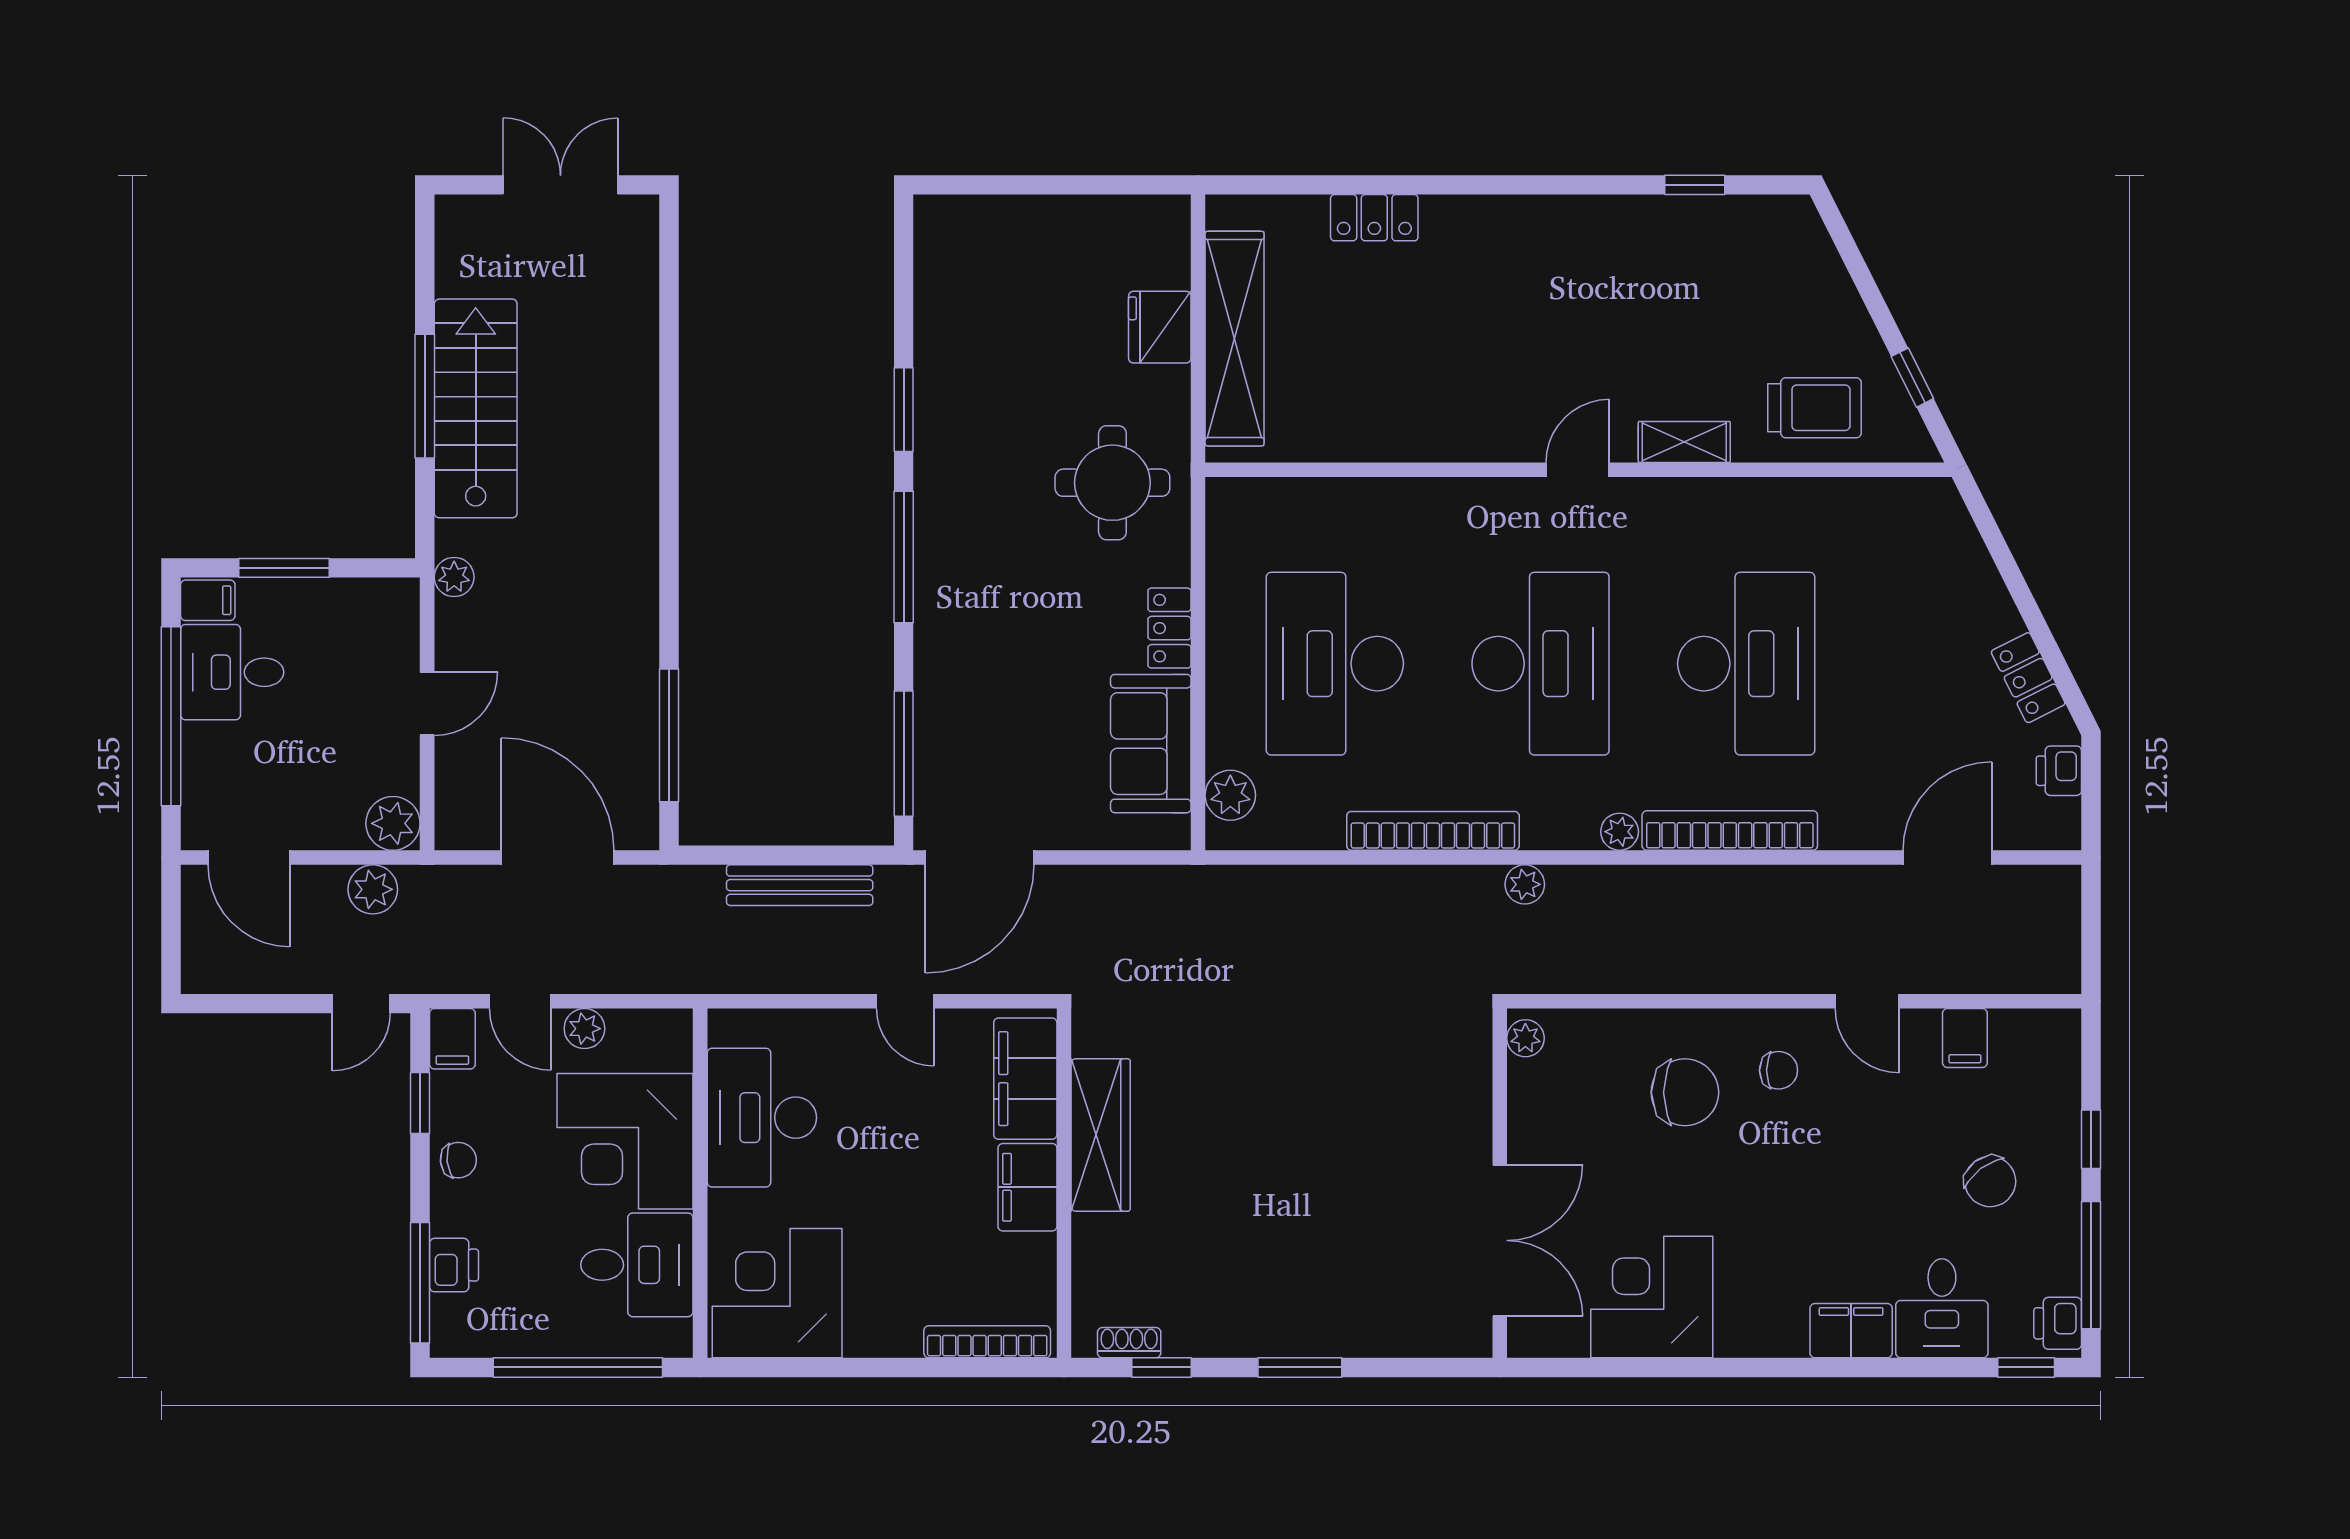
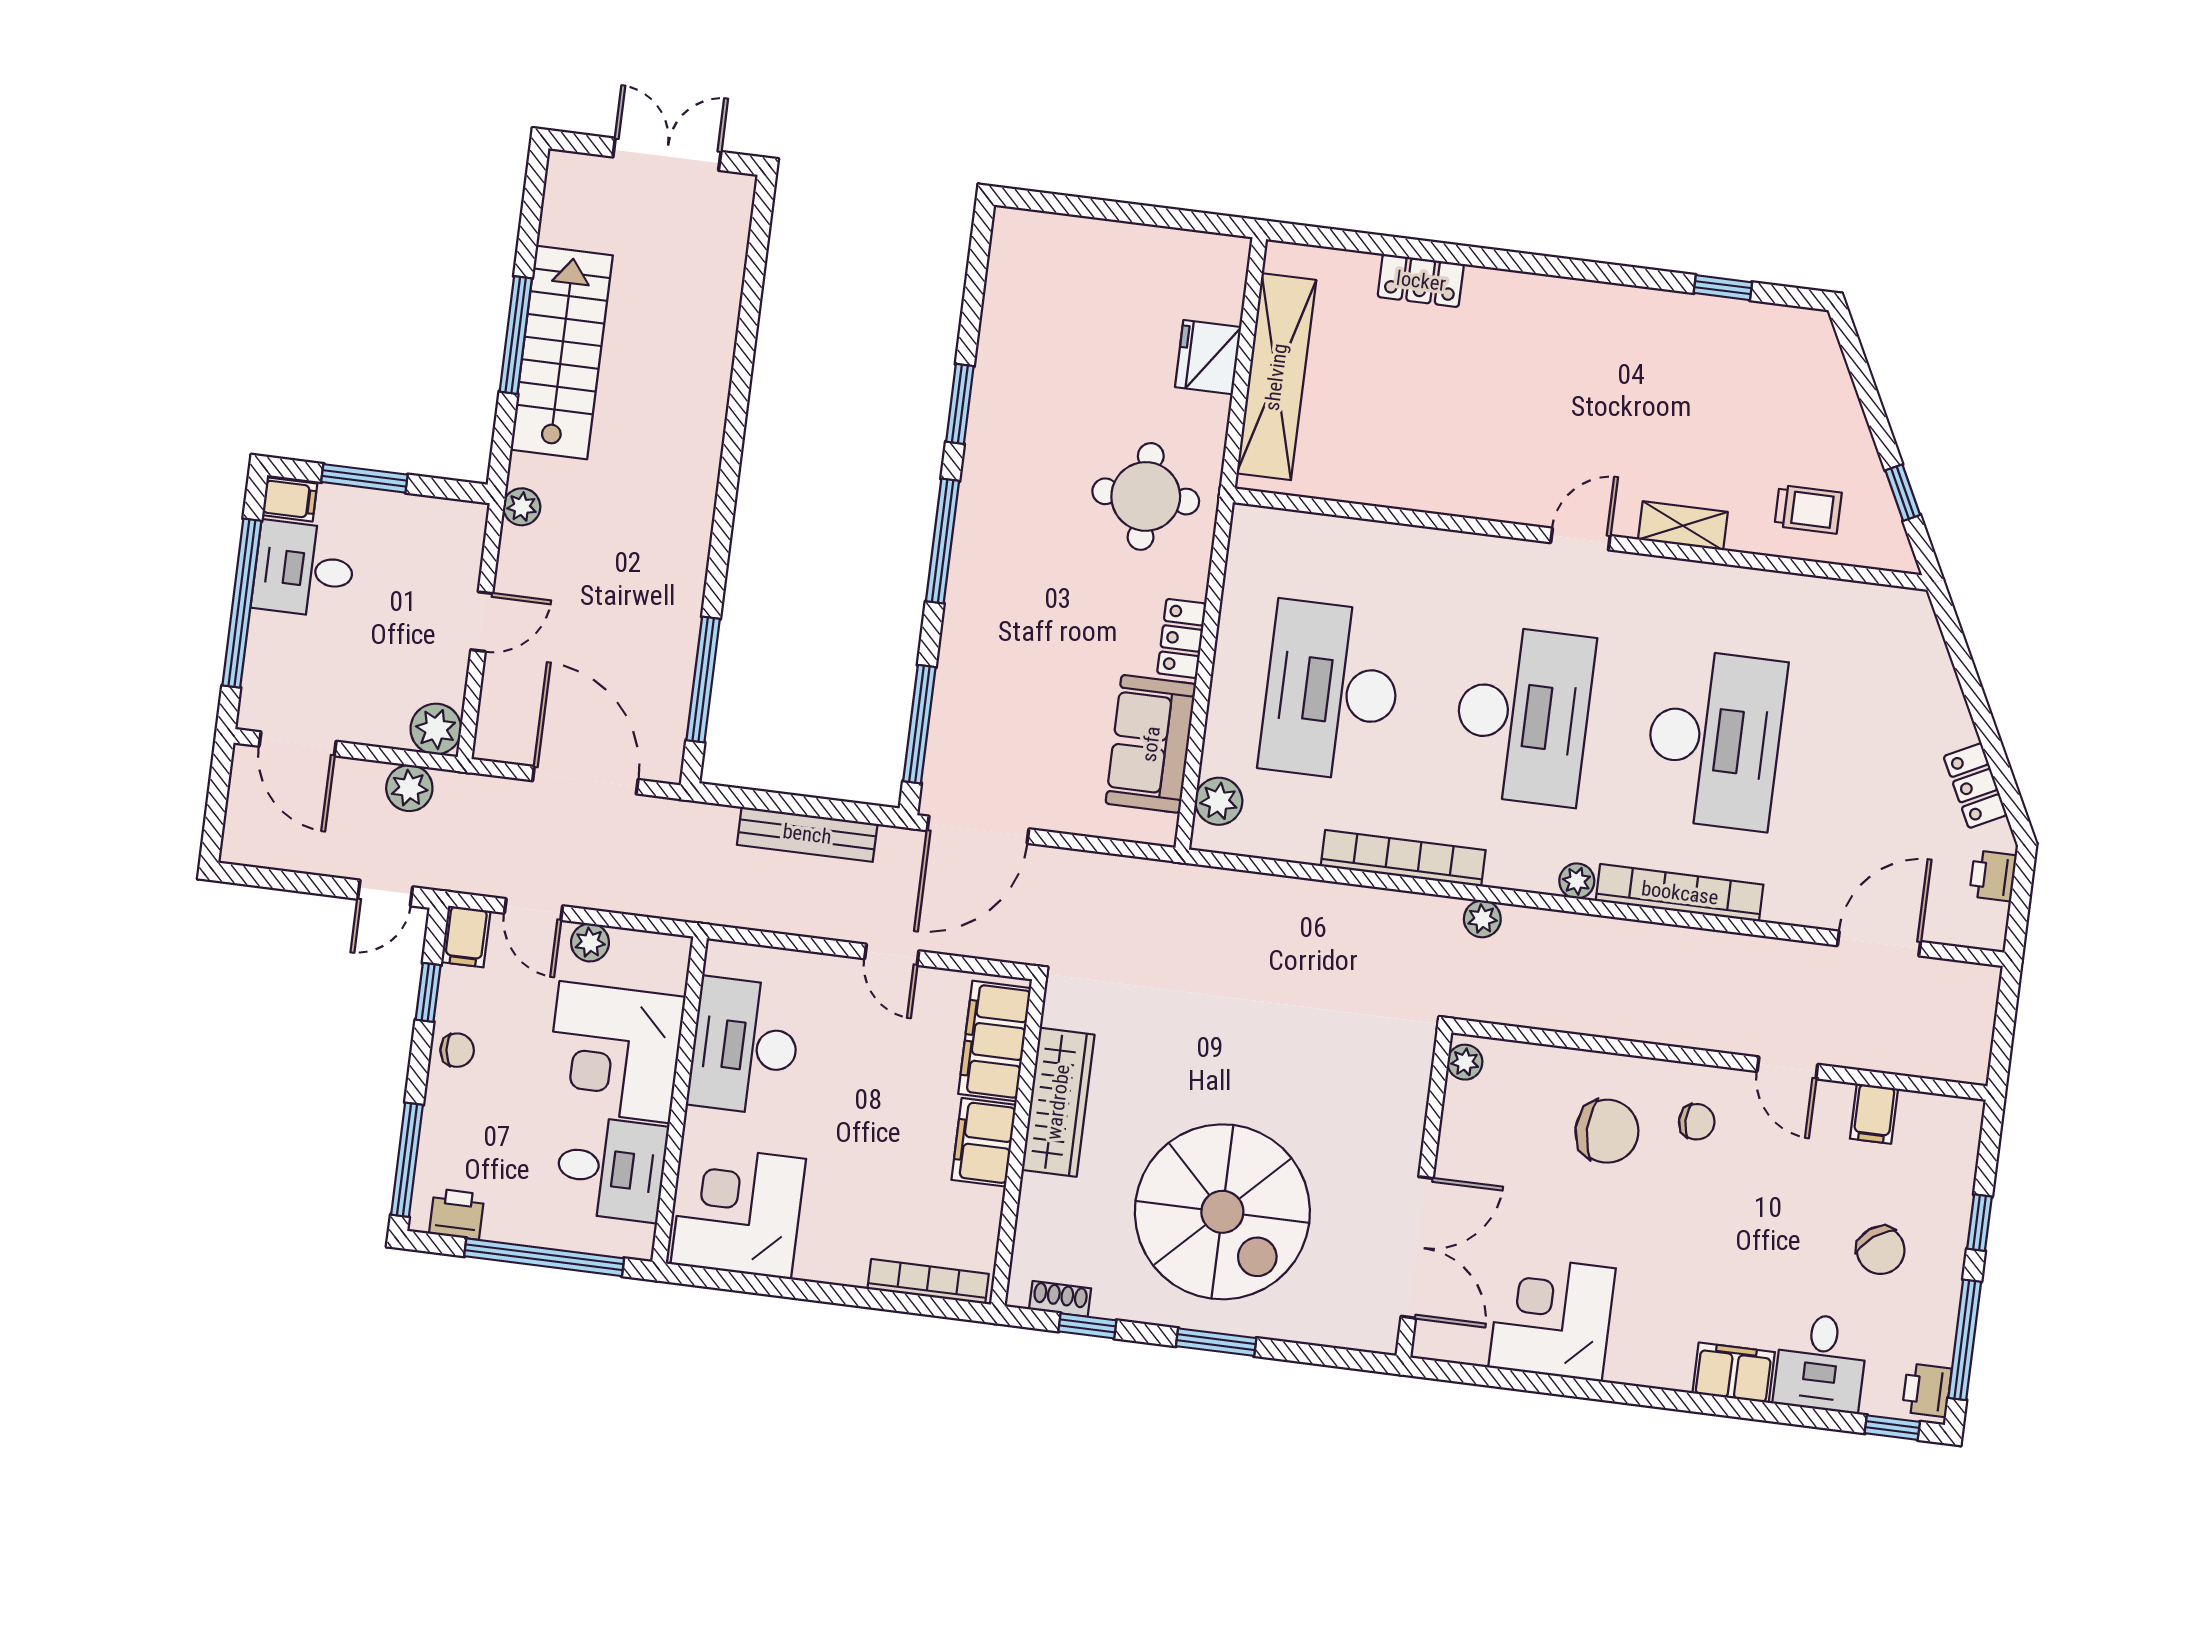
trolley: (1814, 408) -> (1808, 509), width x0.73, depth x0.72
spiral stairs: (1289, 1229) -> (1222, 1212), added
printer: (454, 1265) -> (457, 1214), moved, turned -90

